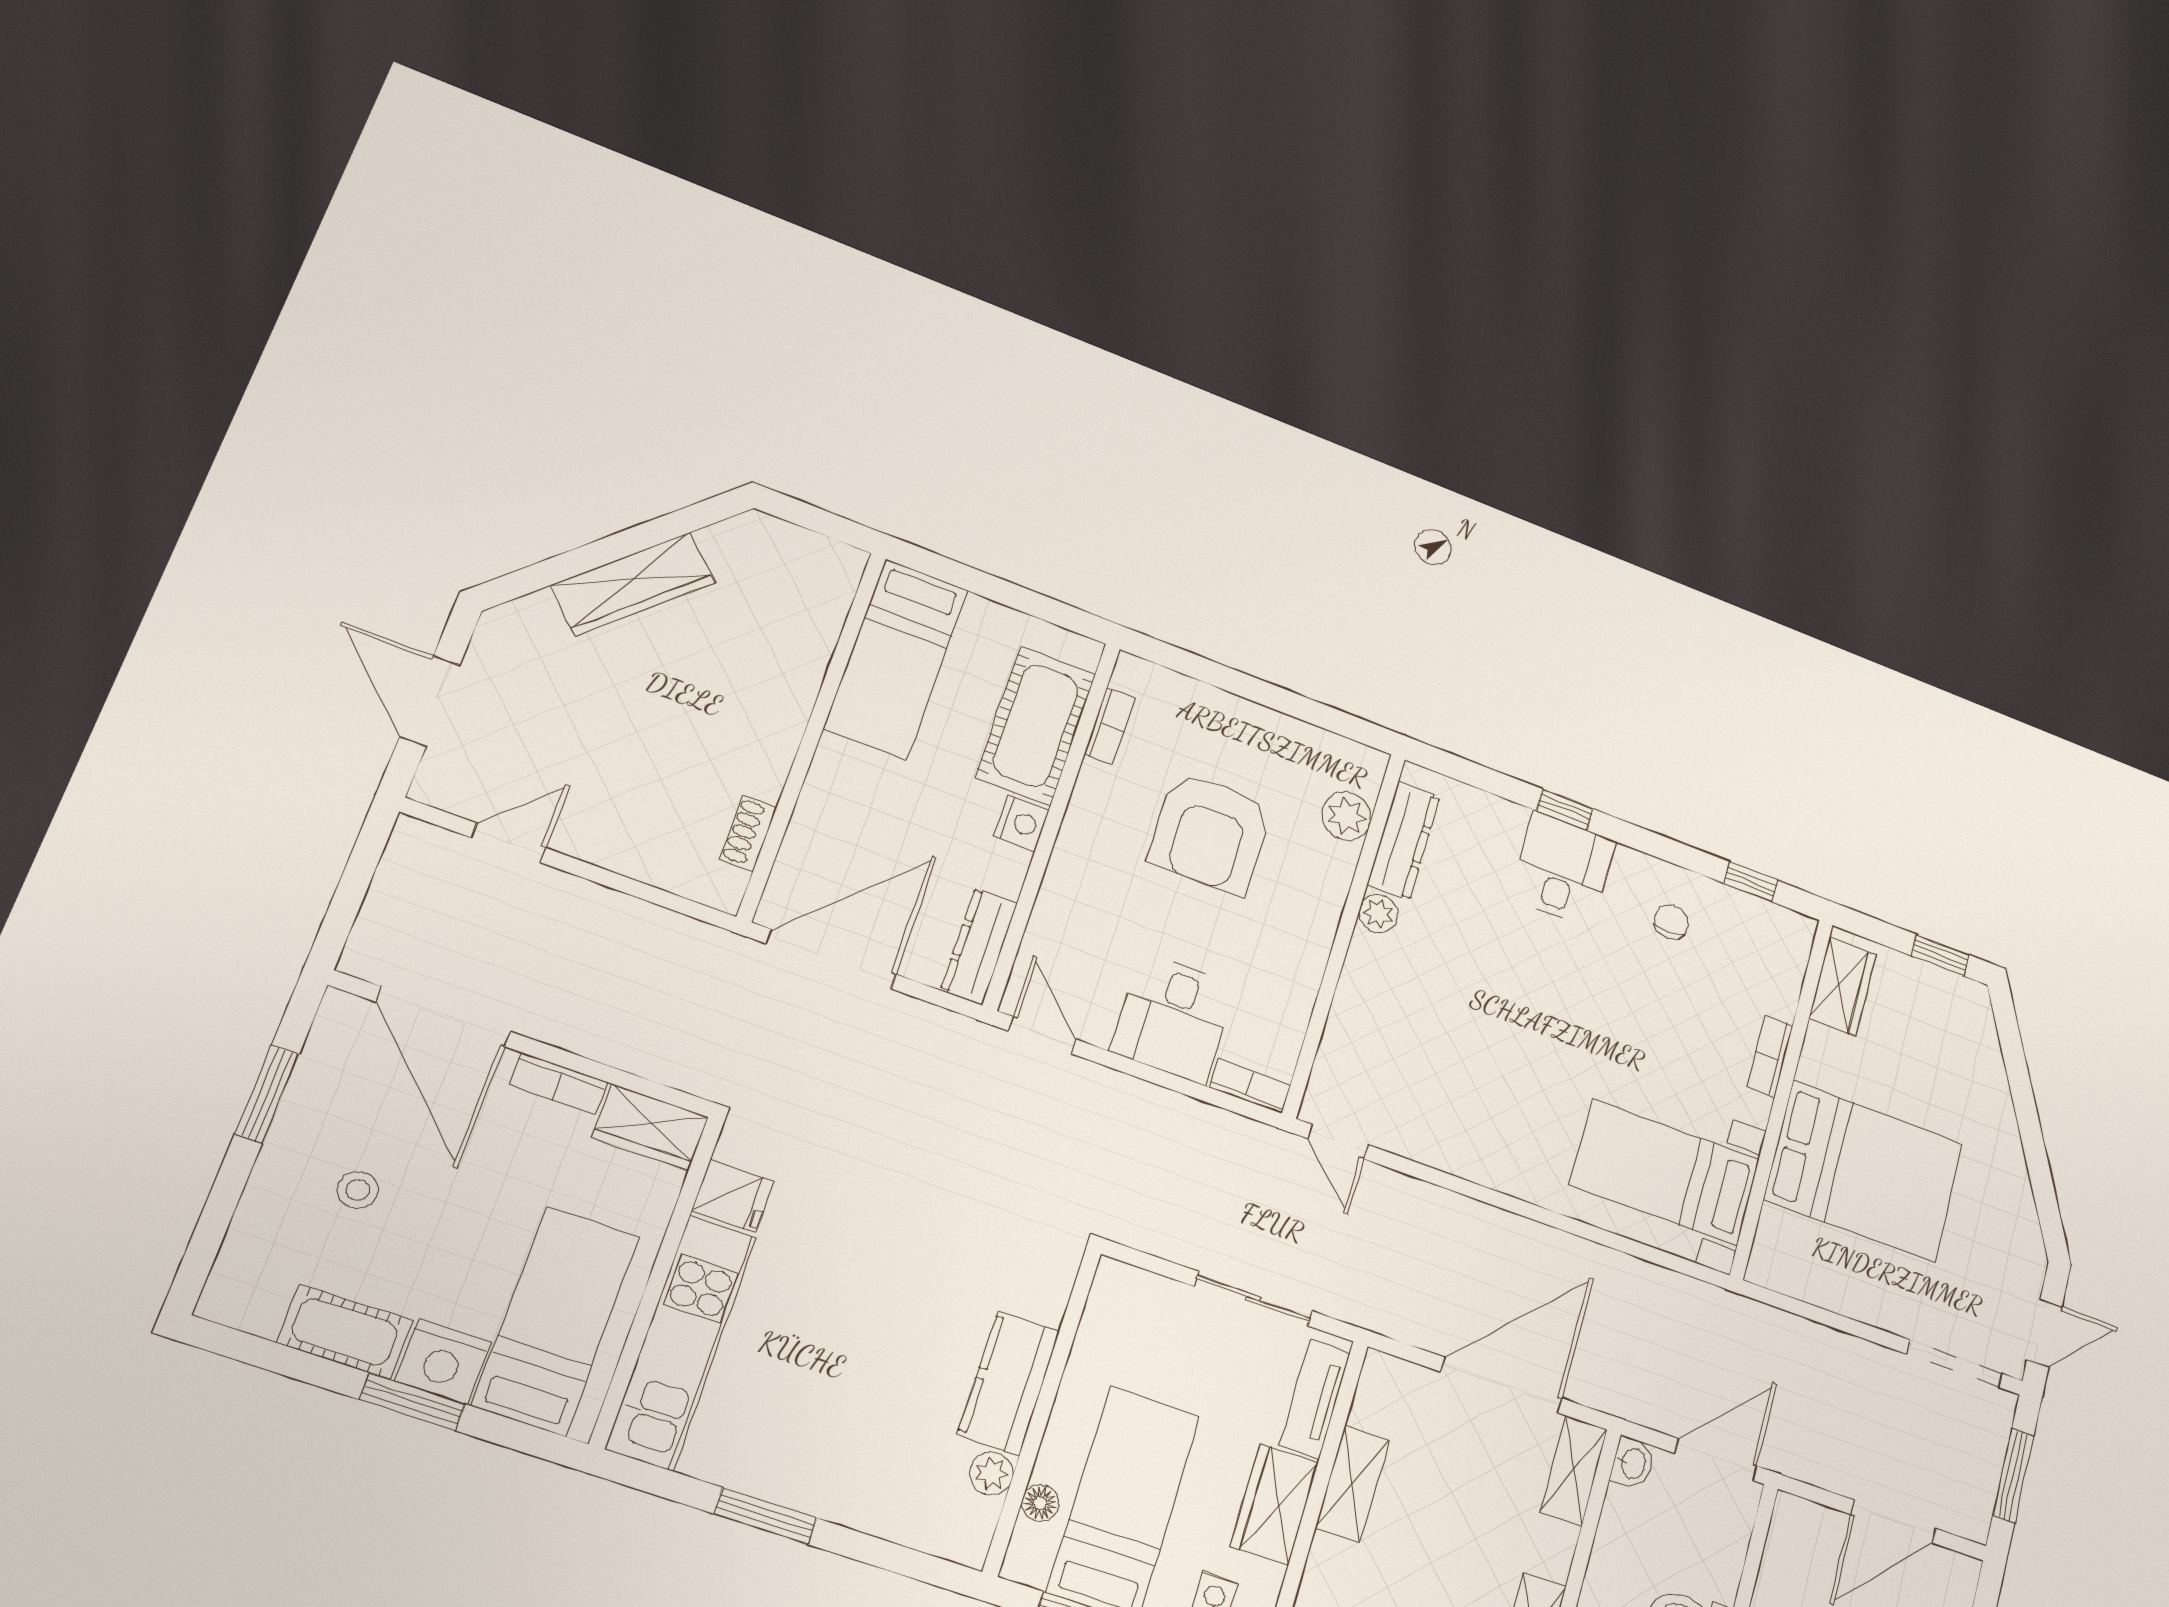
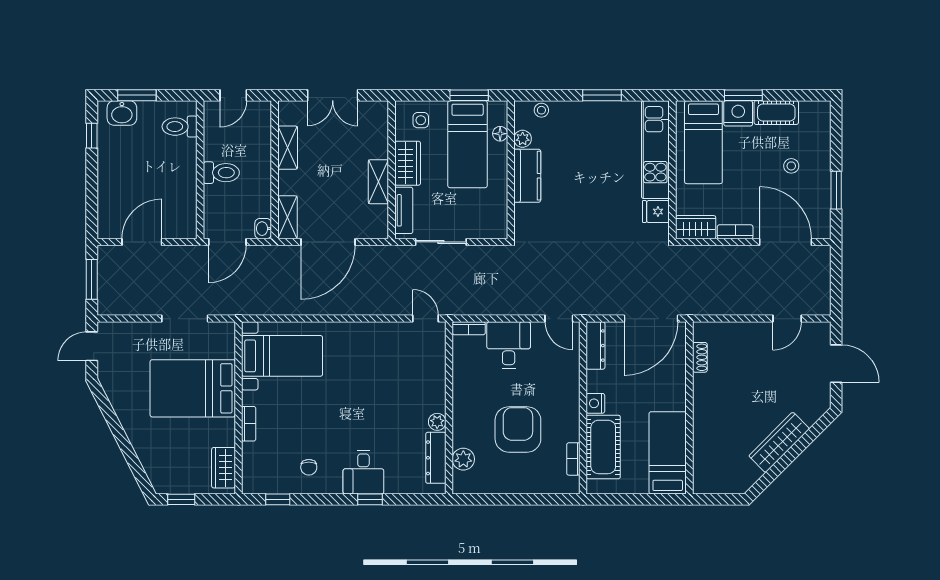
doorway: (1955, 1364) -> (185, 319), moved
stool: (924, 1527) -> (541, 110), added

